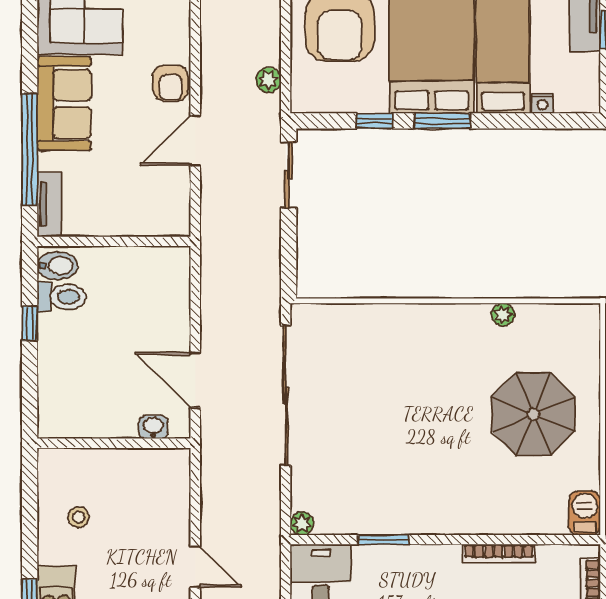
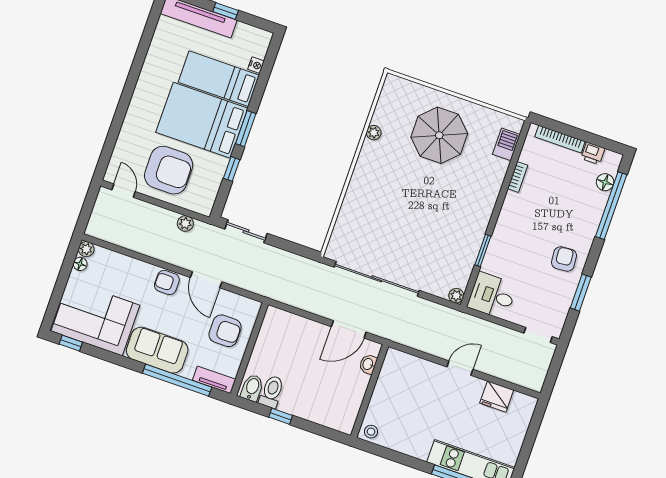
armchair: (171, 83) -> (167, 282), turned 180
armchair: (129, 195) -> (225, 331), added
barbecue: (585, 513) -> (506, 144), moved, turned 90
stool: (79, 517) -> (371, 432), moved
bookcase: (499, 553) -> (518, 177), width x0.64

